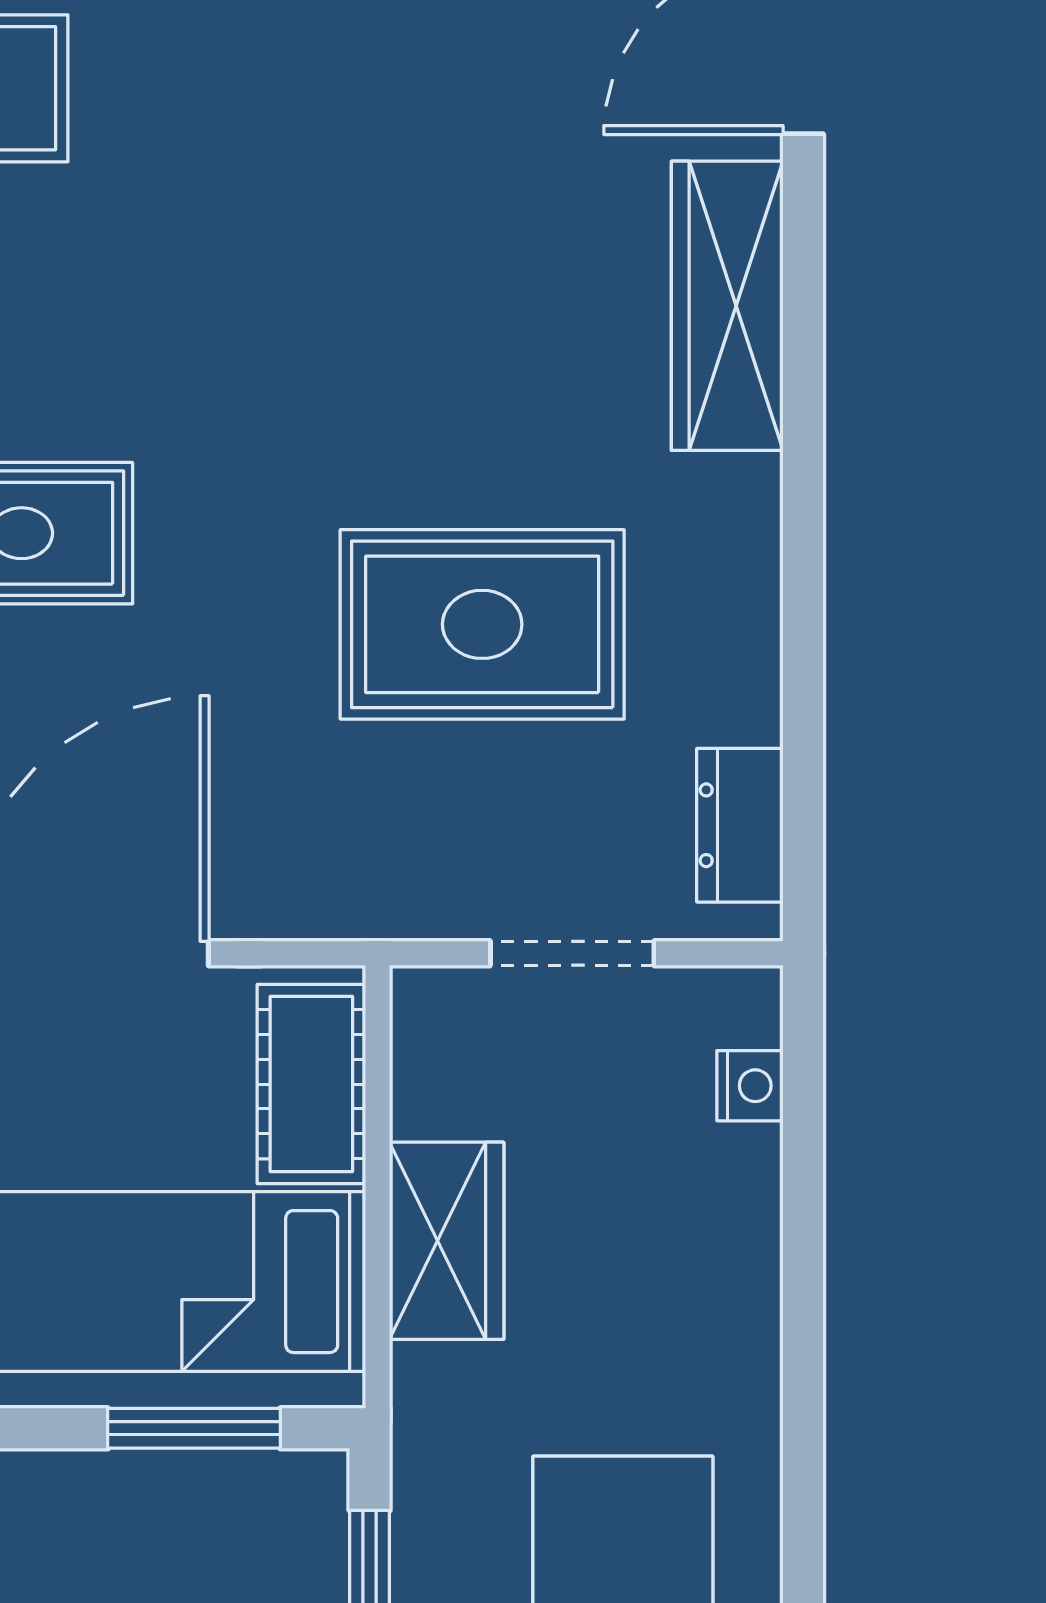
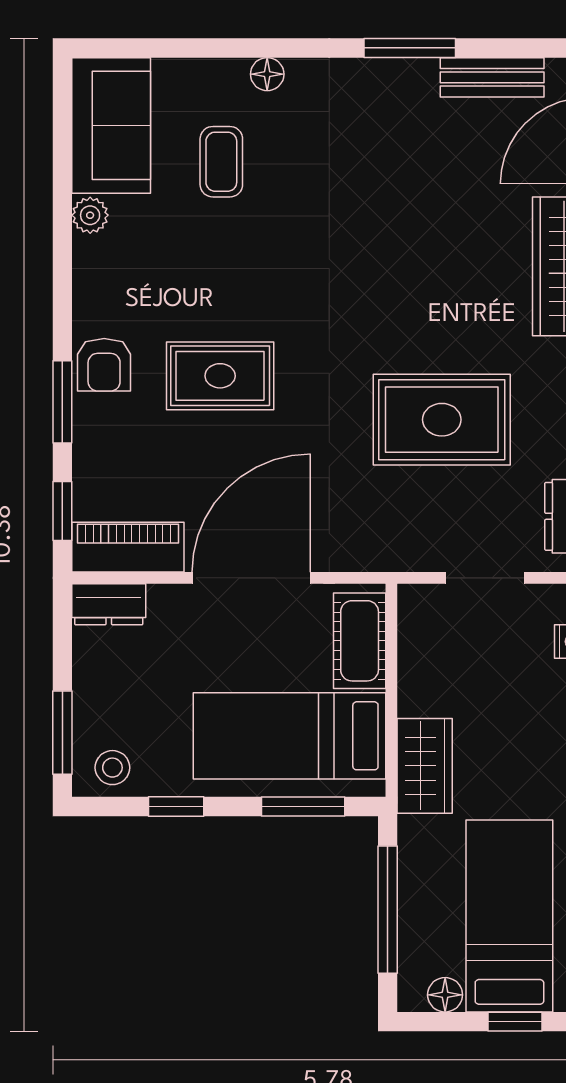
wardrobe: (447, 1241) -> (425, 766), moved

